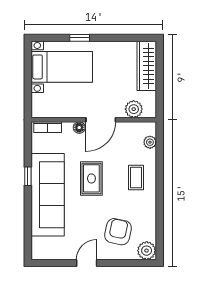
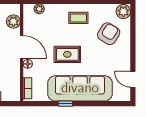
coffee table: (136, 178) -> (78, 18), moved
armchair: (118, 232) -> (109, 34), turned 110
door: (87, 263) -> (133, 79), moved

